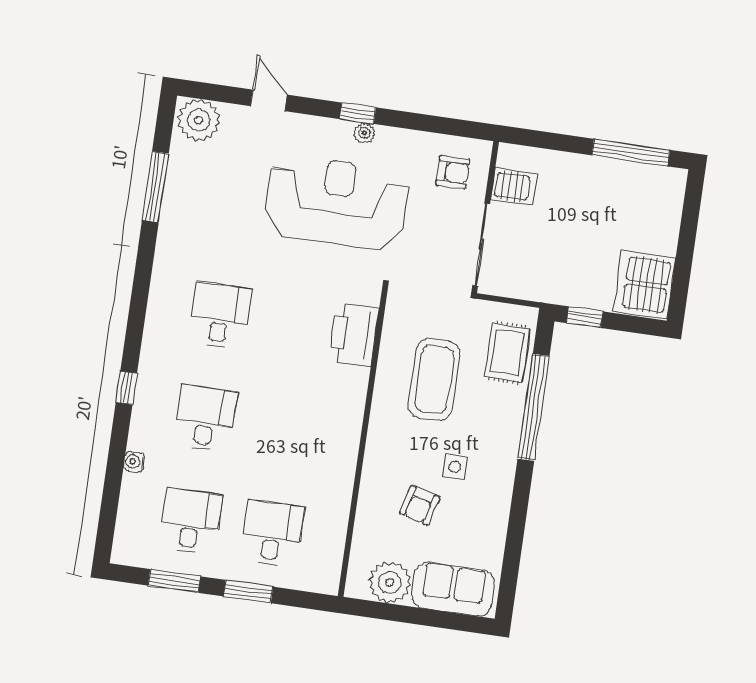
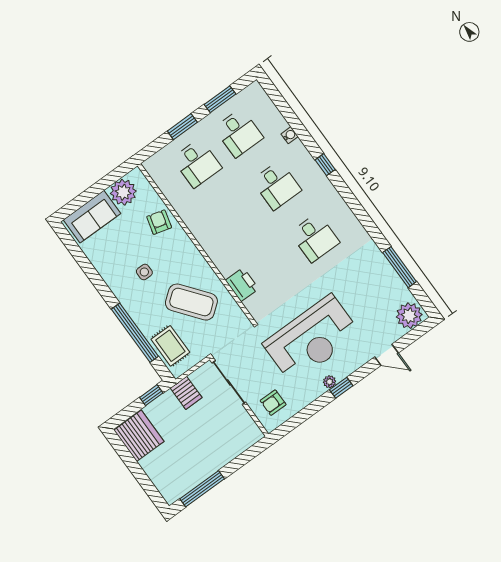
server rack: (514, 187) -> (186, 393), moved, turned -90
printer: (354, 335) -> (242, 285), width x0.73, depth x0.84
coffee table: (434, 379) -> (191, 302), turned -38
armchair: (420, 505) -> (159, 222), moved

